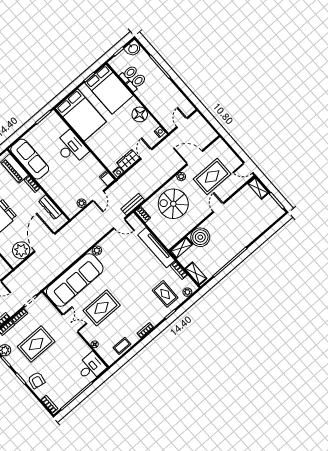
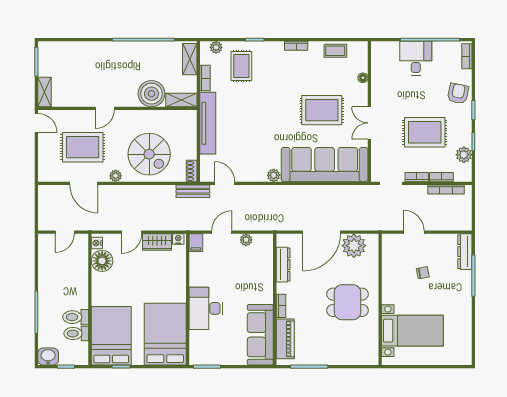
floor lamp: (140, 114) -> (102, 261), moved
desk: (91, 367) -> (416, 58), moved, turned 90

